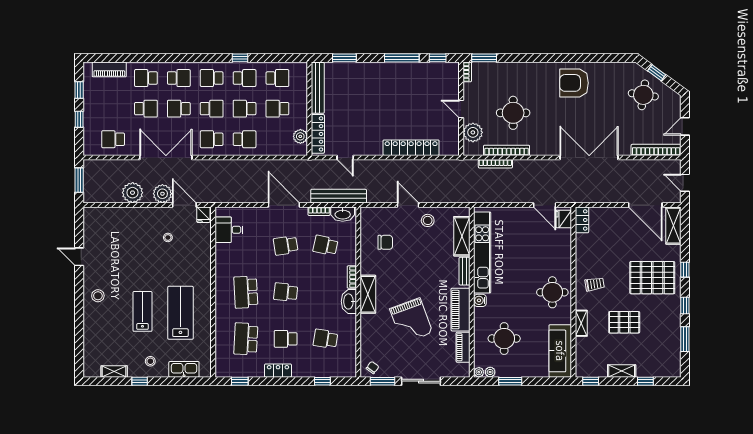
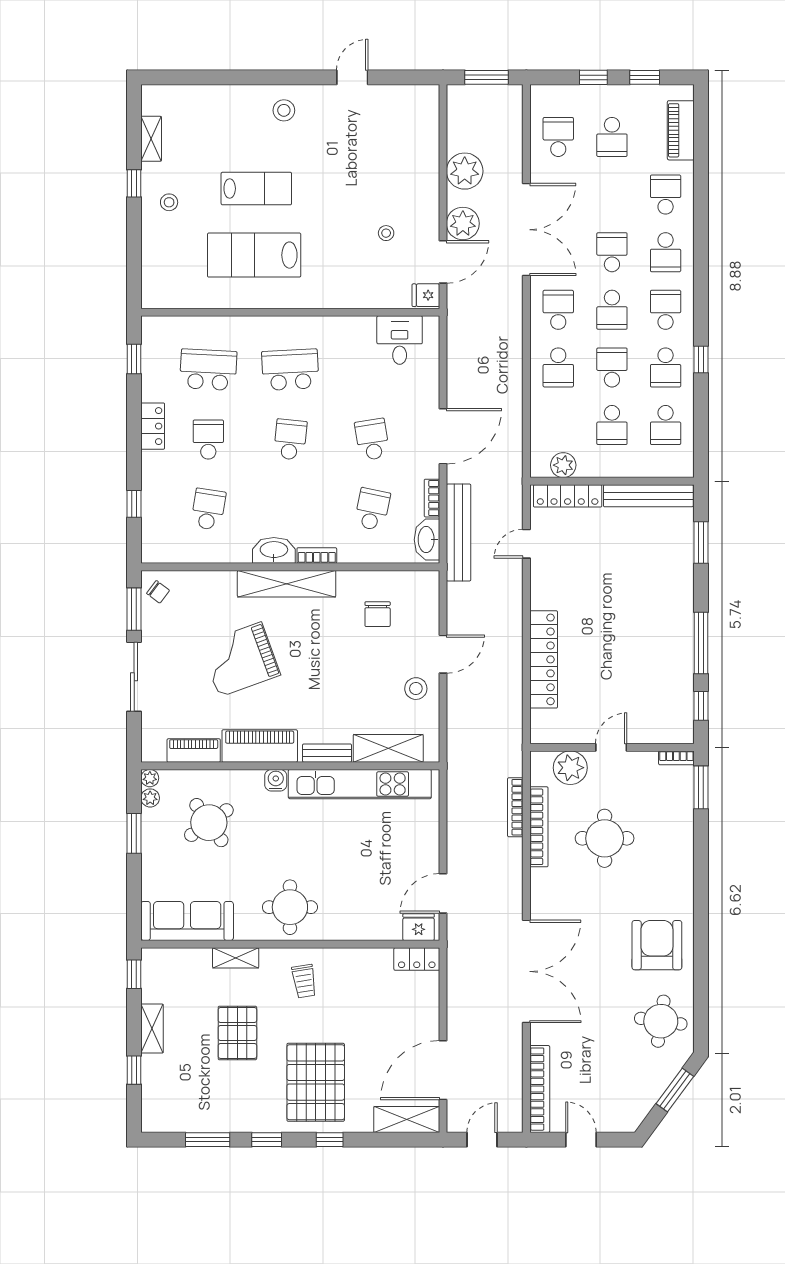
window: (657, 73) -> (675, 1090), width x1.50
round table: (643, 95) -> (661, 1021), moved
school desk: (146, 109) -> (612, 137), moved
school desk: (277, 109) -> (612, 425), turned 180
shelving: (368, 294) -> (287, 584), width x1.47
lab bench: (180, 313) -> (254, 255), turned 180
round table: (504, 339) -> (209, 823), turned -35
kitchen sink: (184, 369) -> (155, 261), removed

